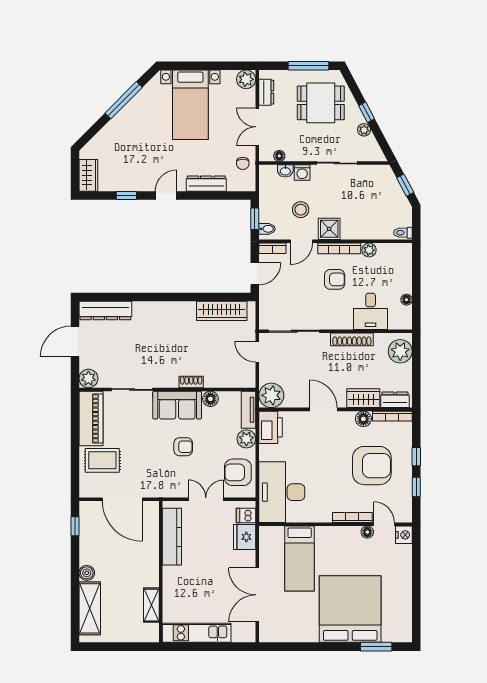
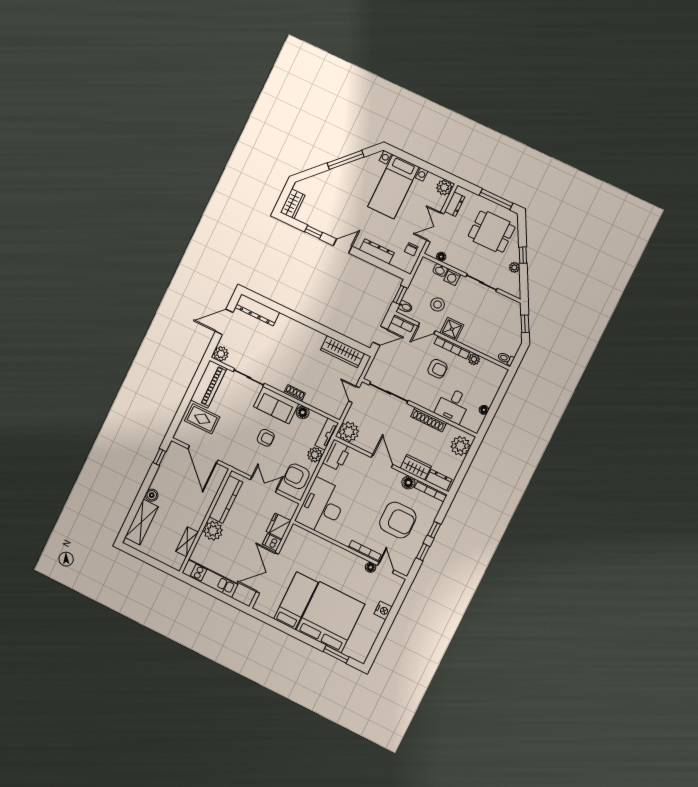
dishwasher: (246, 516) -> (272, 542), moved
nightstand: (404, 535) -> (383, 610), moved
bed: (300, 559) -> (296, 601), moved, turned 180
plant: (174, 578) -> (213, 531), added

